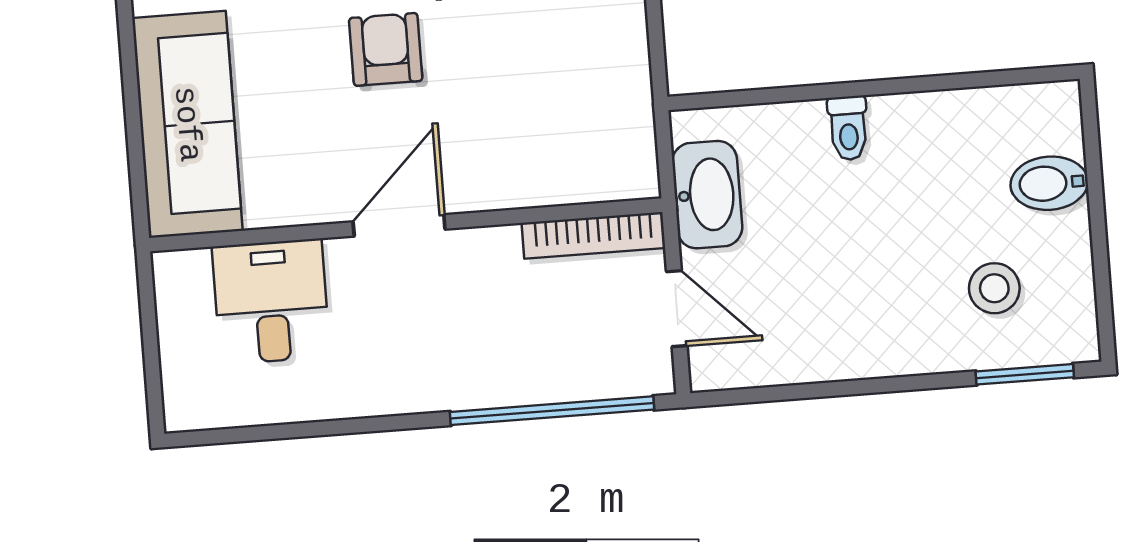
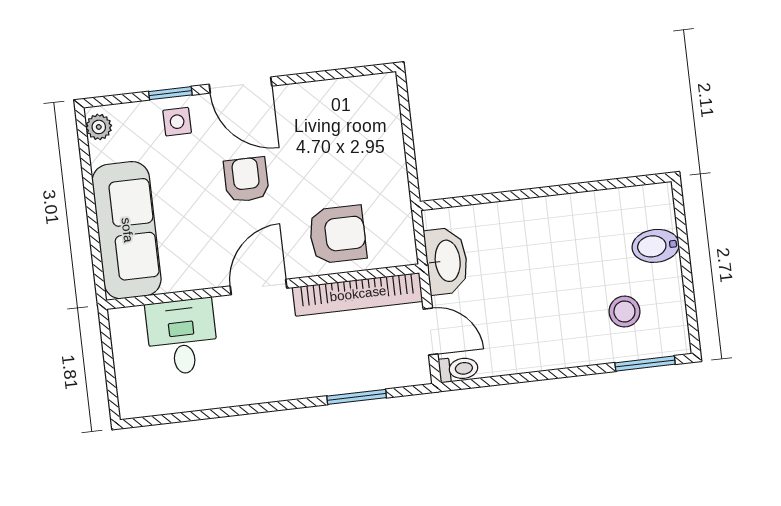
toilet: (848, 128) -> (458, 369), moved, turned -90
armchair: (531, 144) -> (338, 234), added
bookcase: (593, 235) -> (358, 294), width x1.48, depth x1.31
window: (552, 411) -> (357, 397), width x0.47

